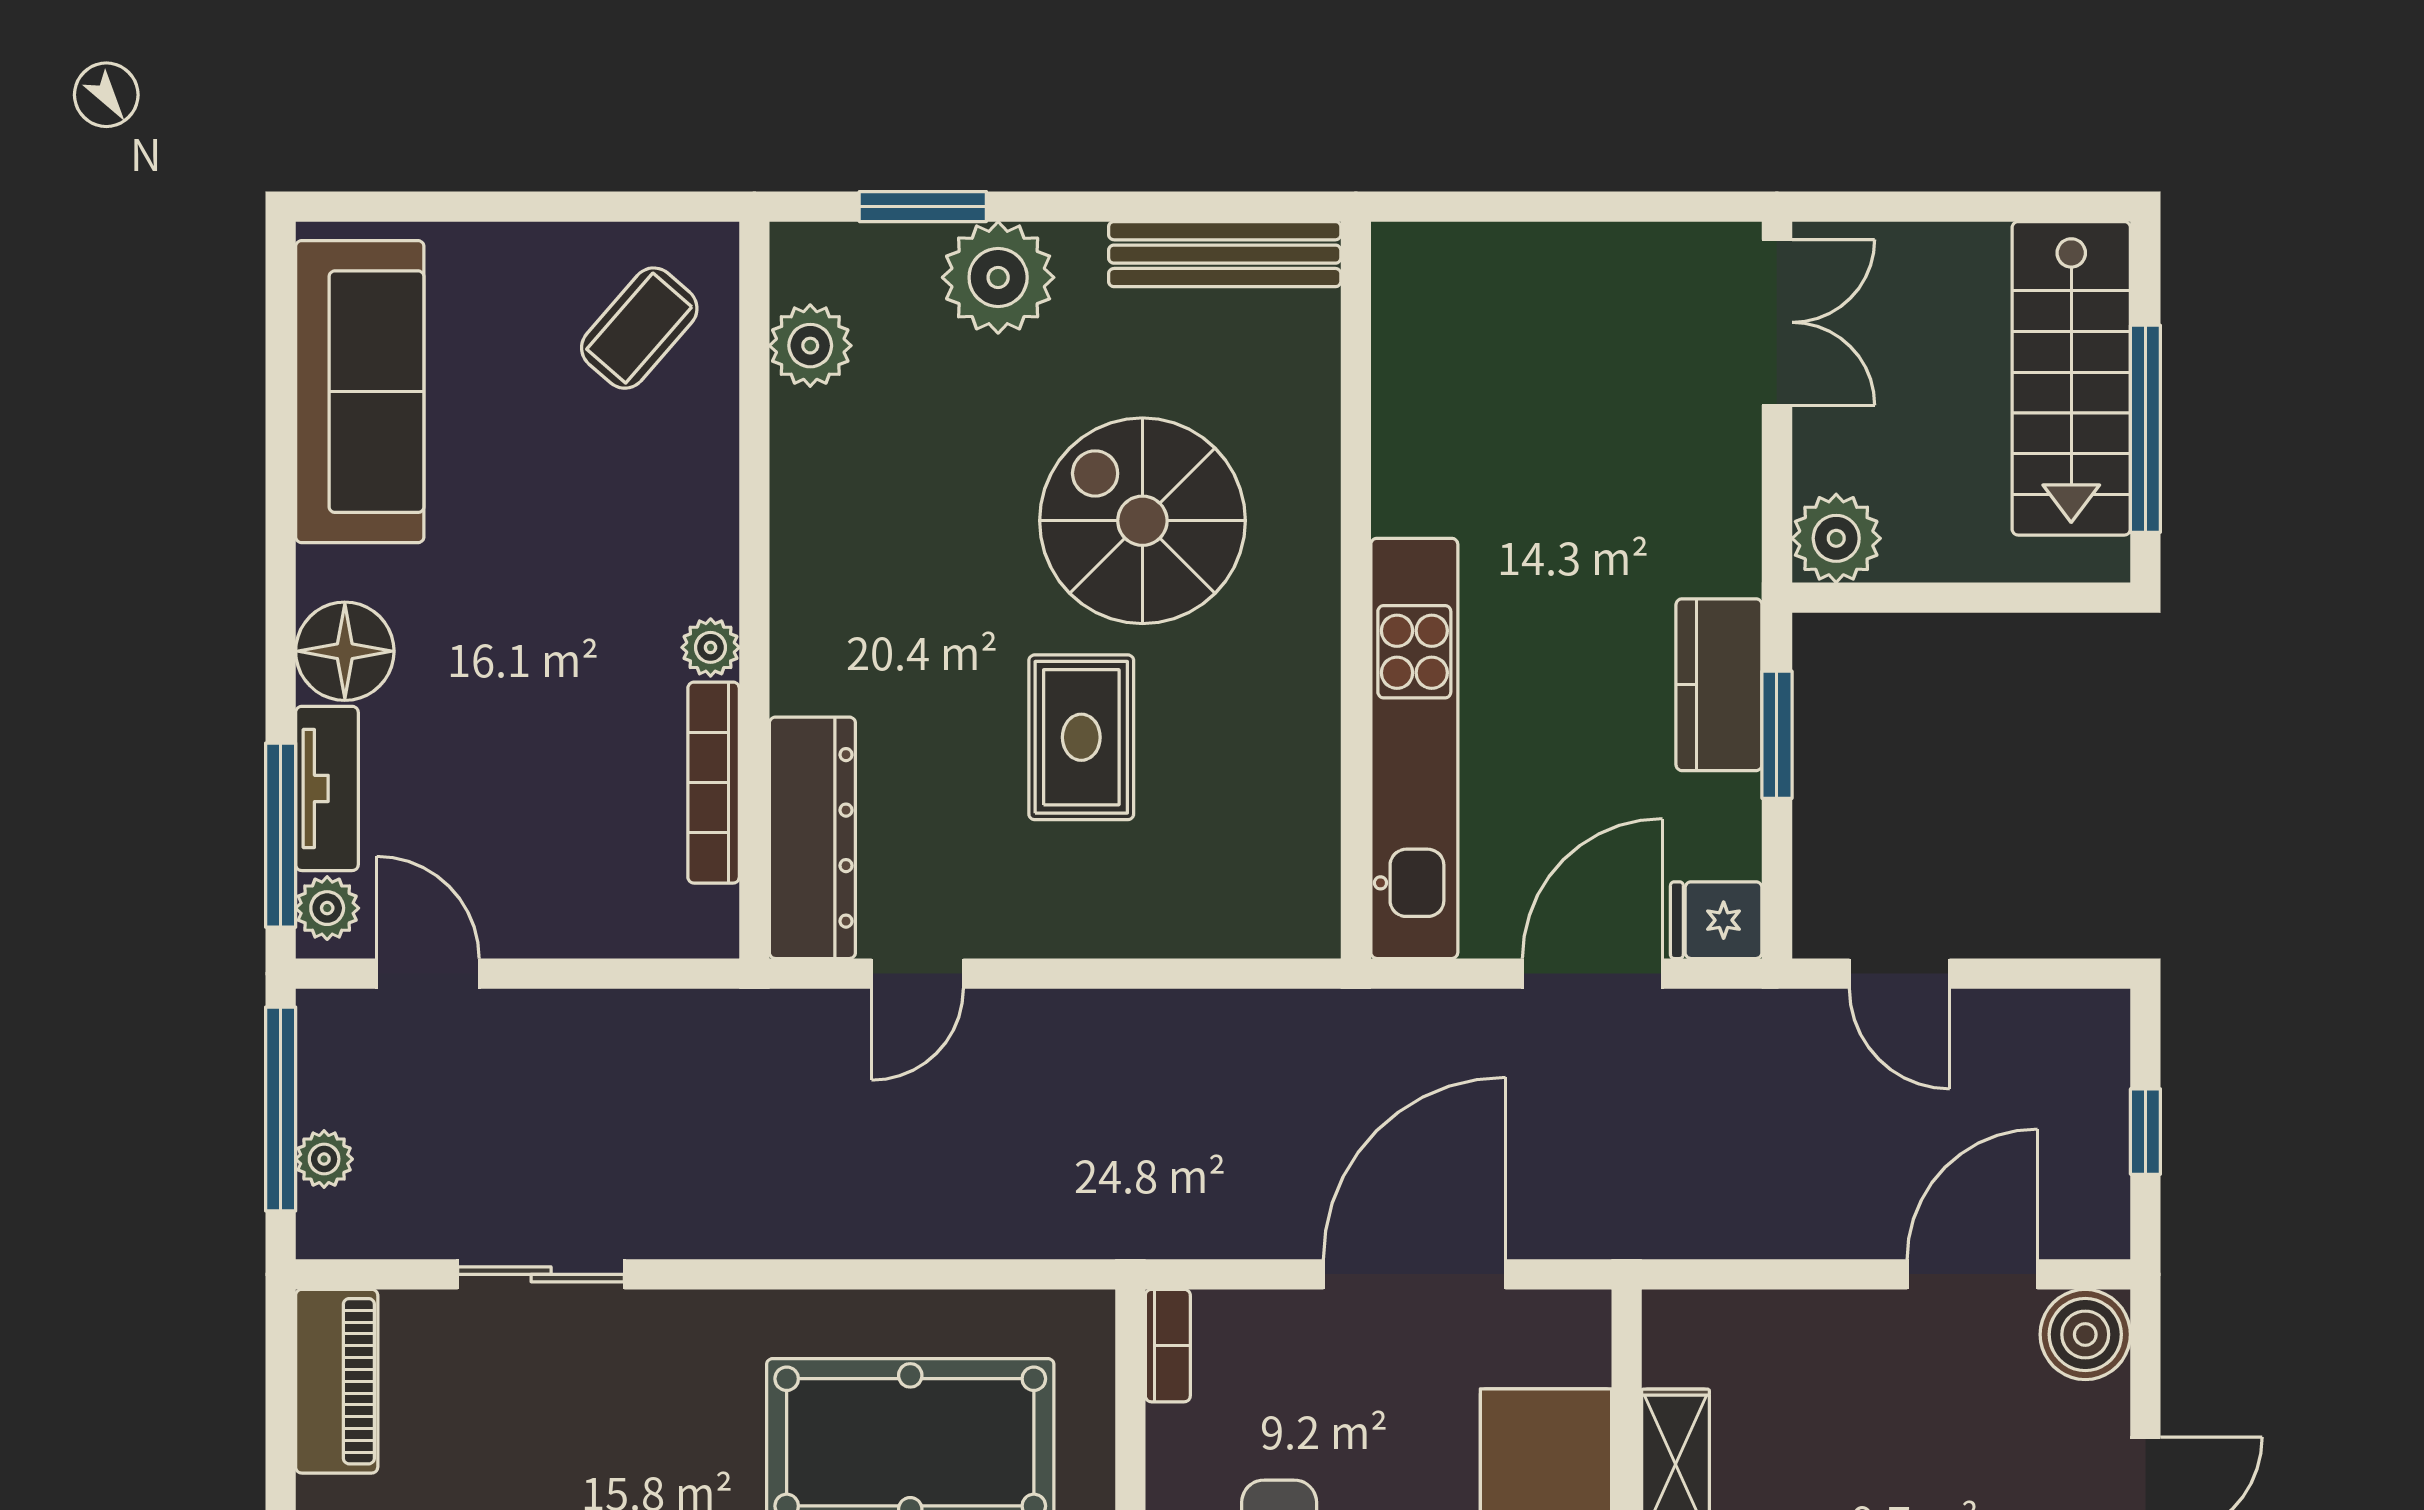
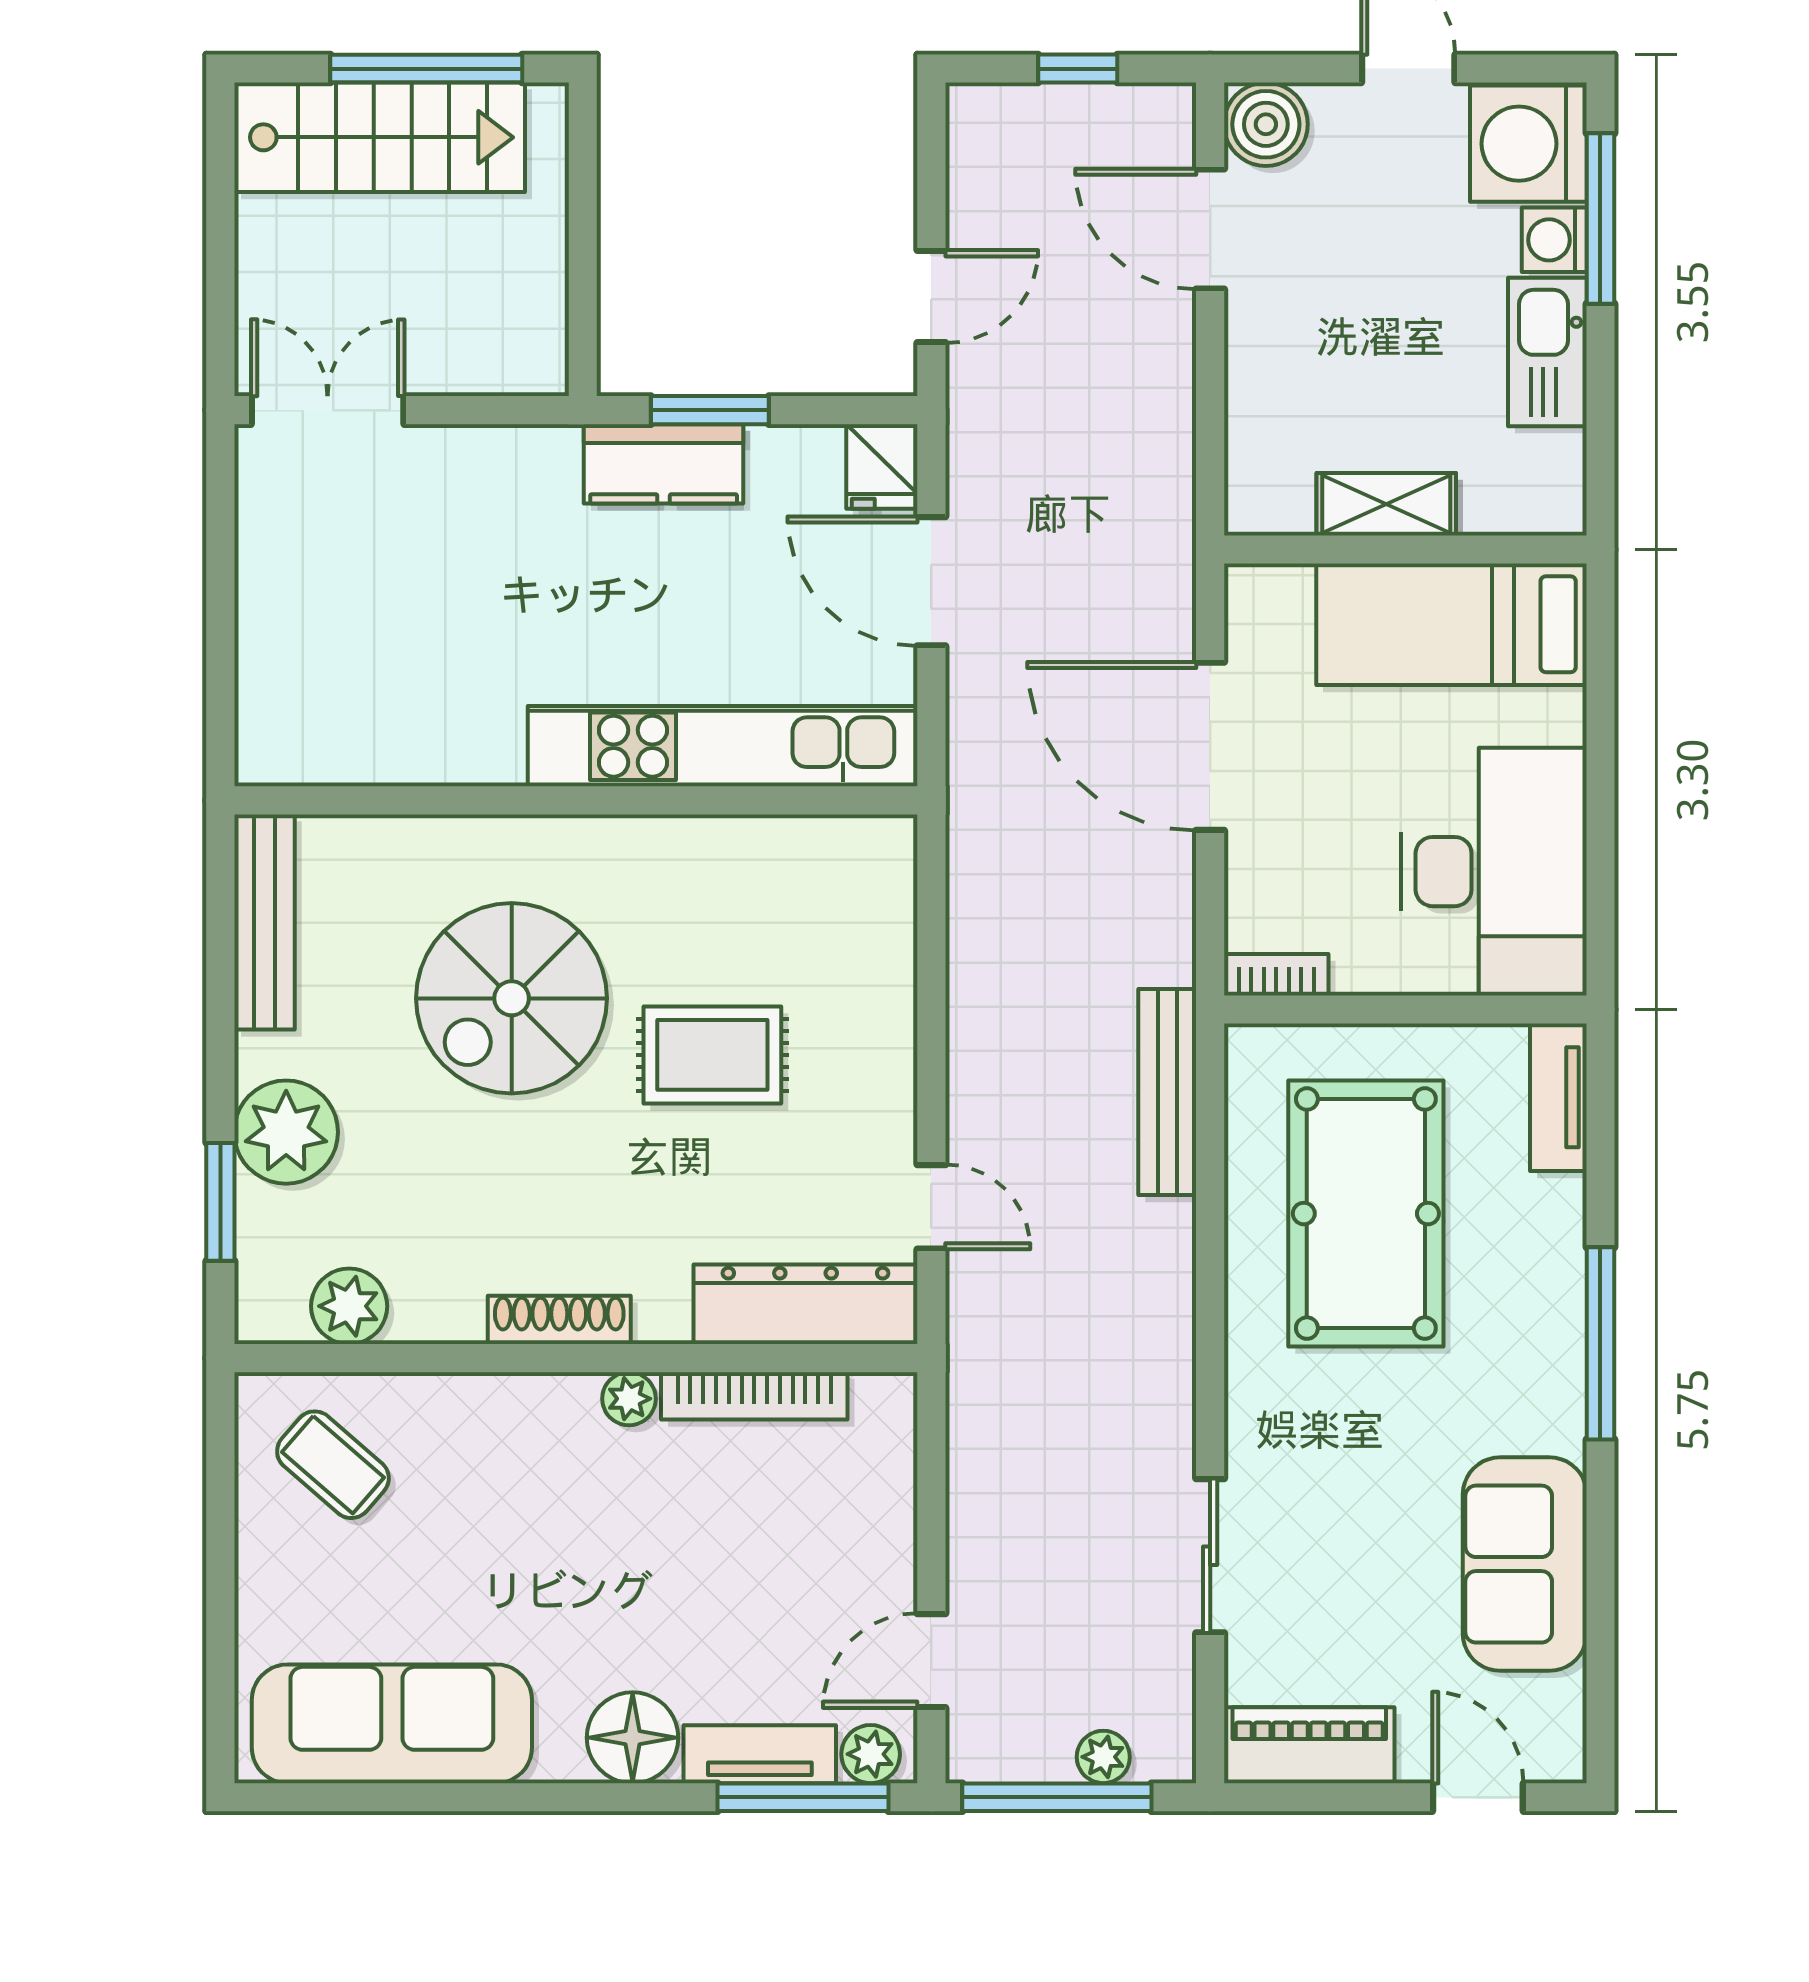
plant: (1836, 538) -> (528, 355), removed
shoe rack: (796, 572) -> (559, 1320), added
bench: (1041, 1228) -> (1167, 1092), added

